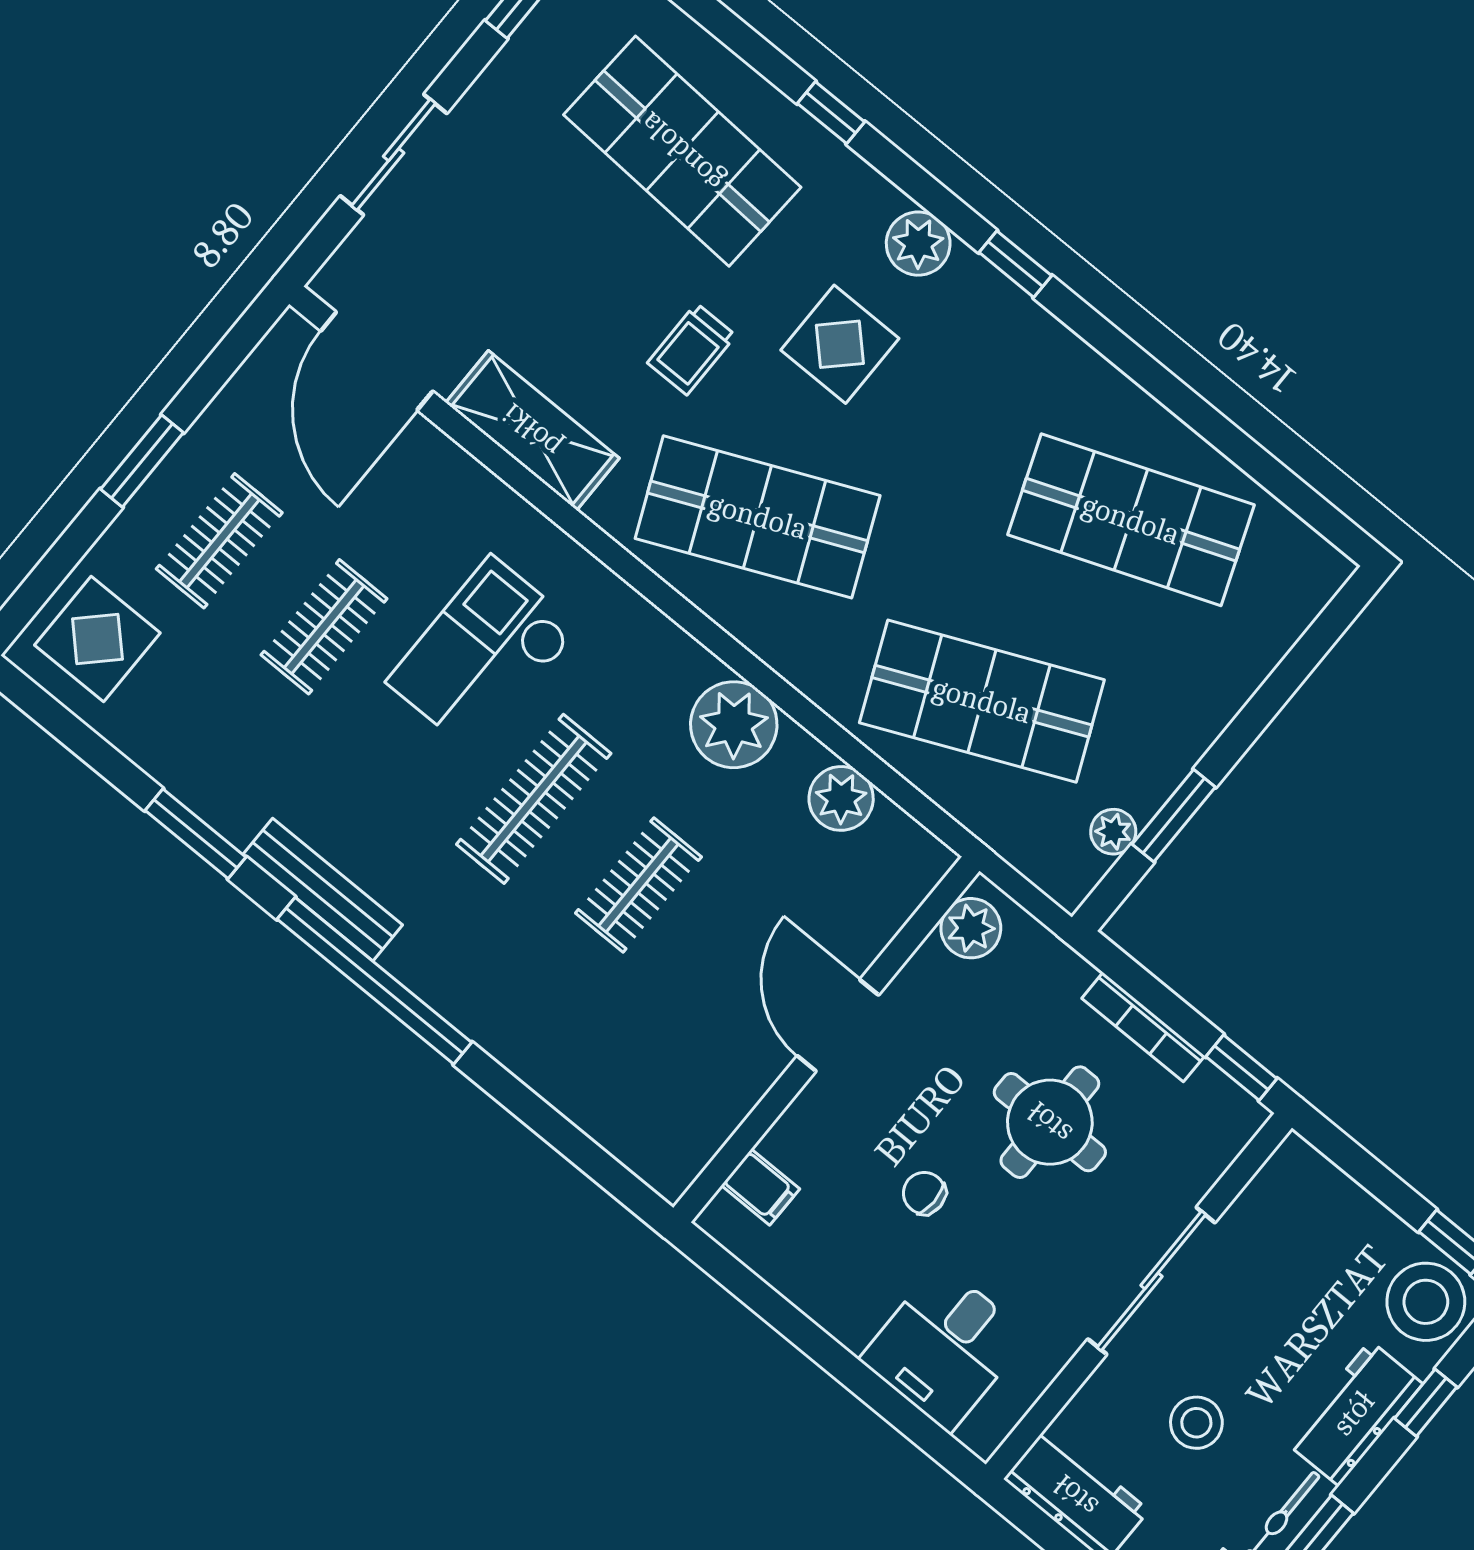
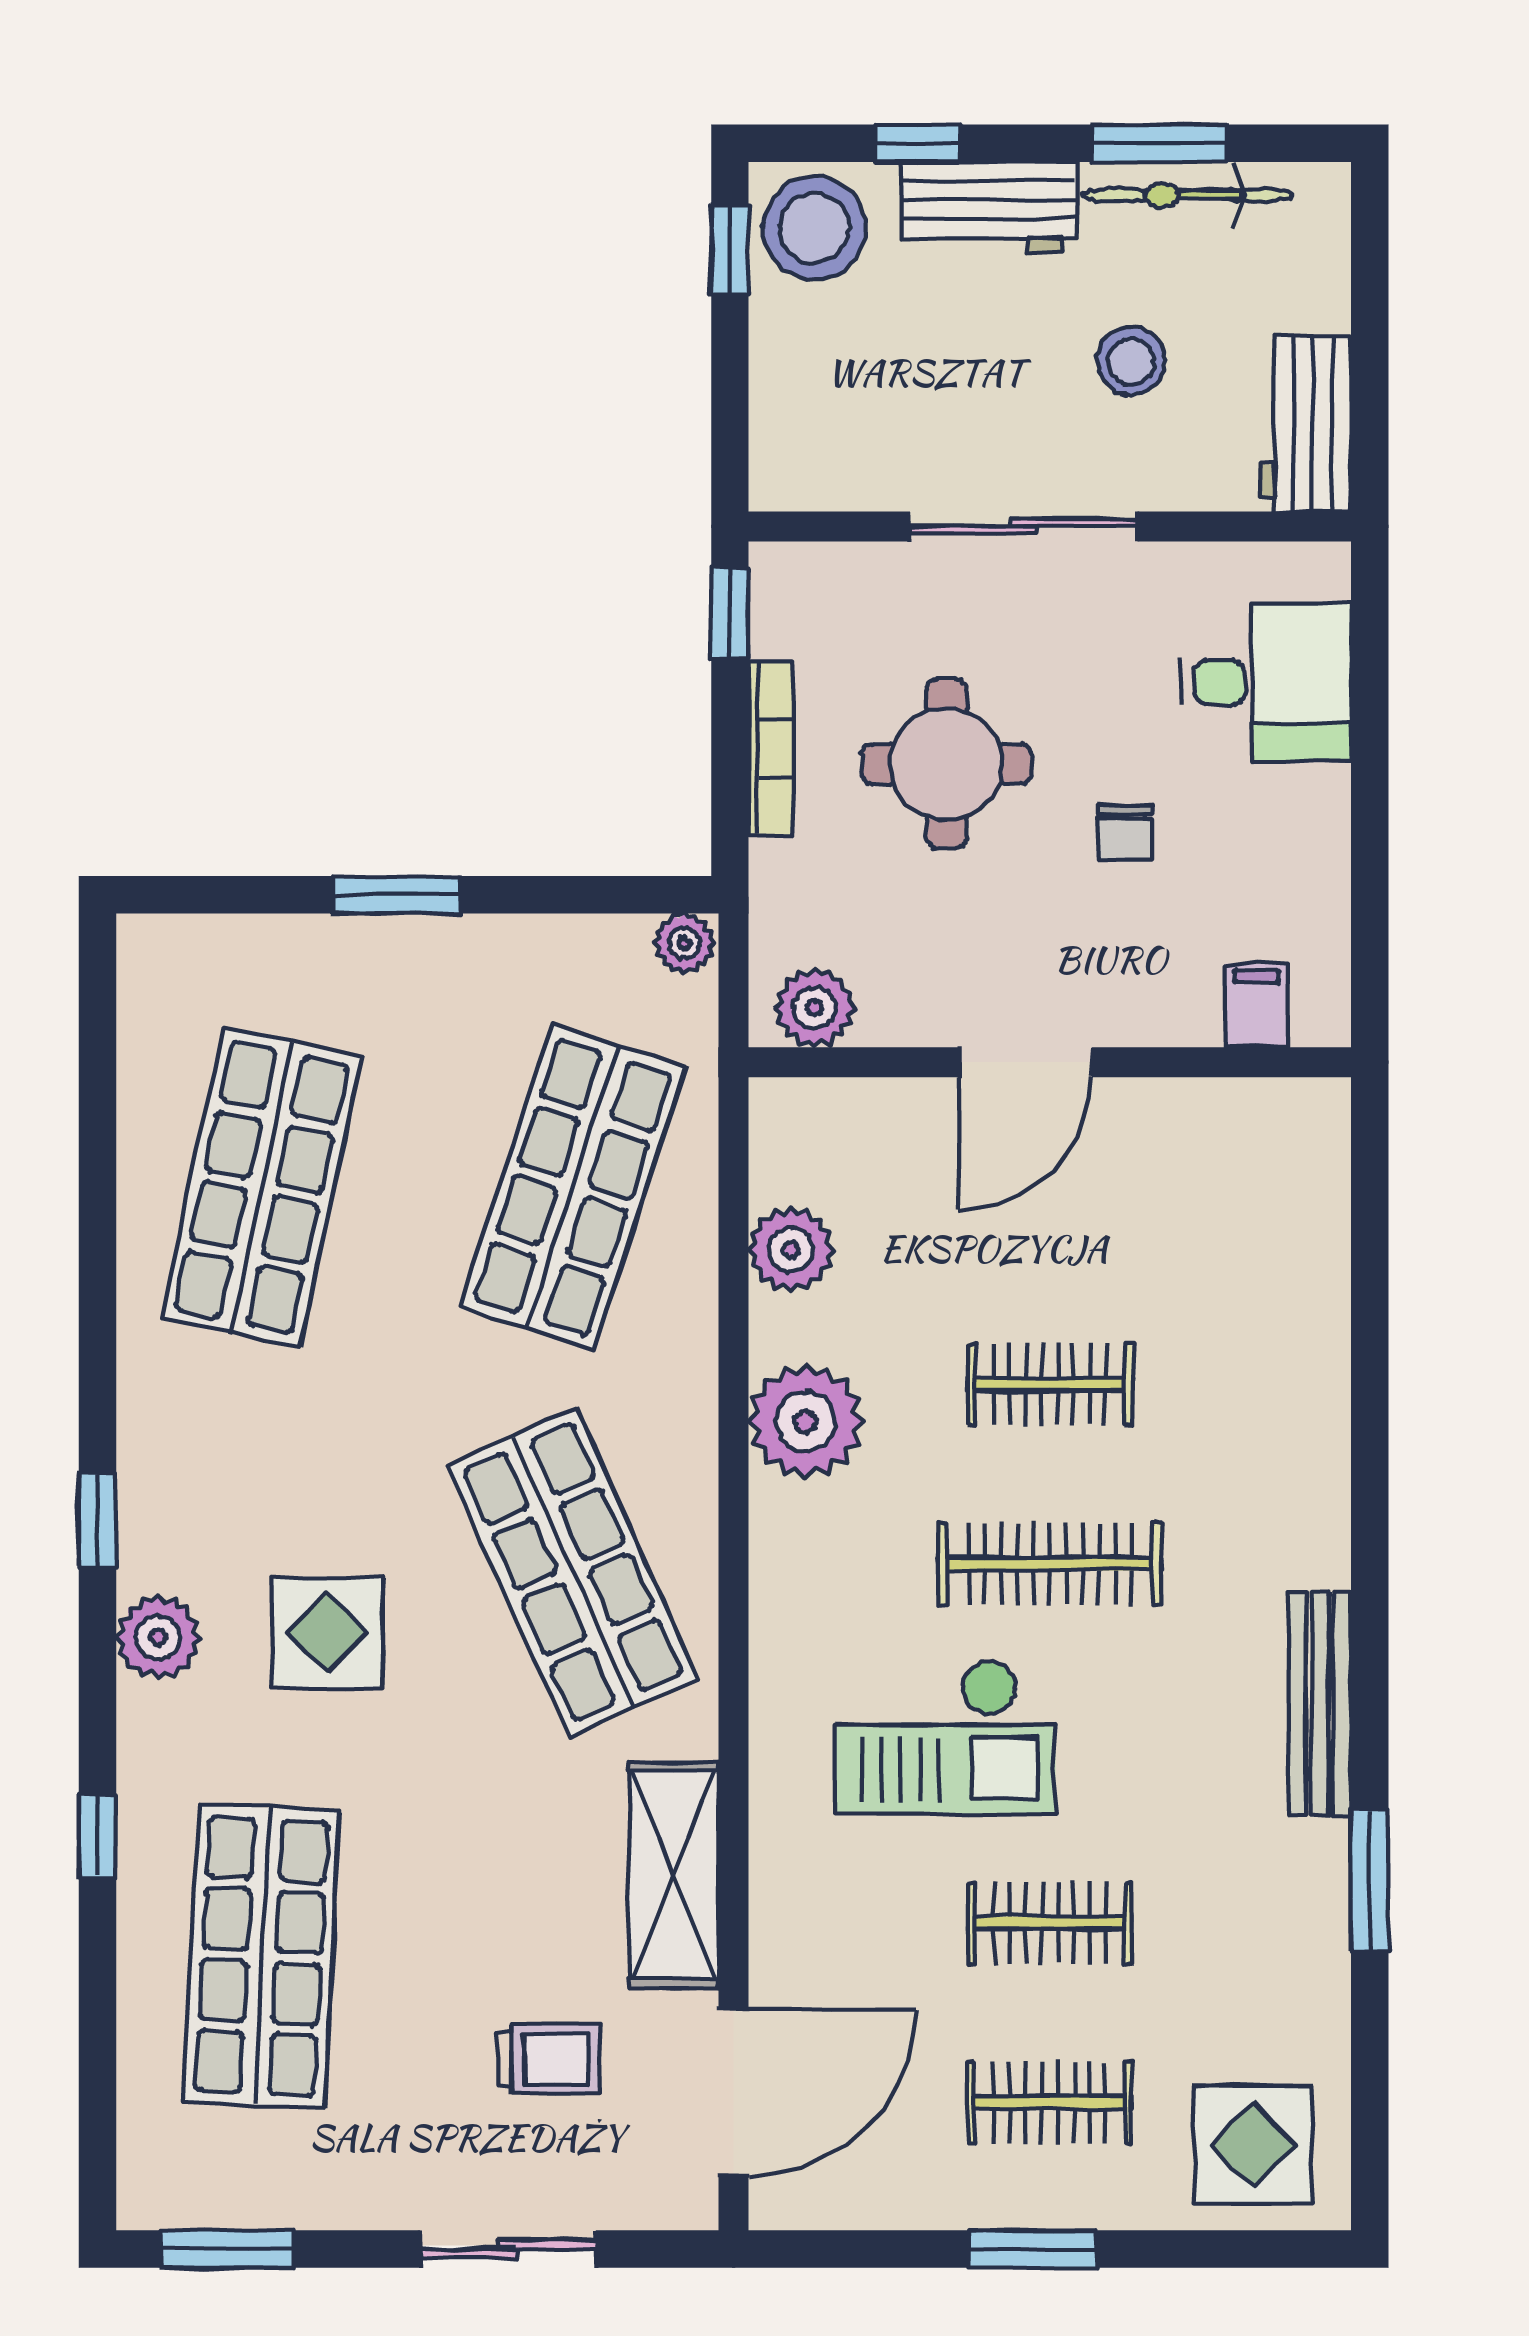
trolley: (692, 349) -> (549, 2059), moved
shop shelf: (1131, 520) -> (262, 1187), turned 33
shop shelf: (982, 701) -> (573, 1187), turned 42
window: (1174, 816) -> (397, 895), moved
plant: (1113, 832) -> (684, 943), moved
window: (374, 981) -> (1370, 1574), removed

